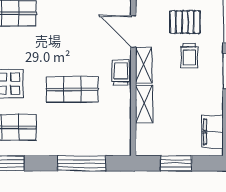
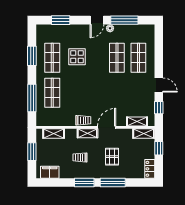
trolley: (189, 56) -> (80, 157), moved
shop shelf: (72, 89) -> (52, 93), moved
shelving: (144, 104) -> (54, 134), moved

